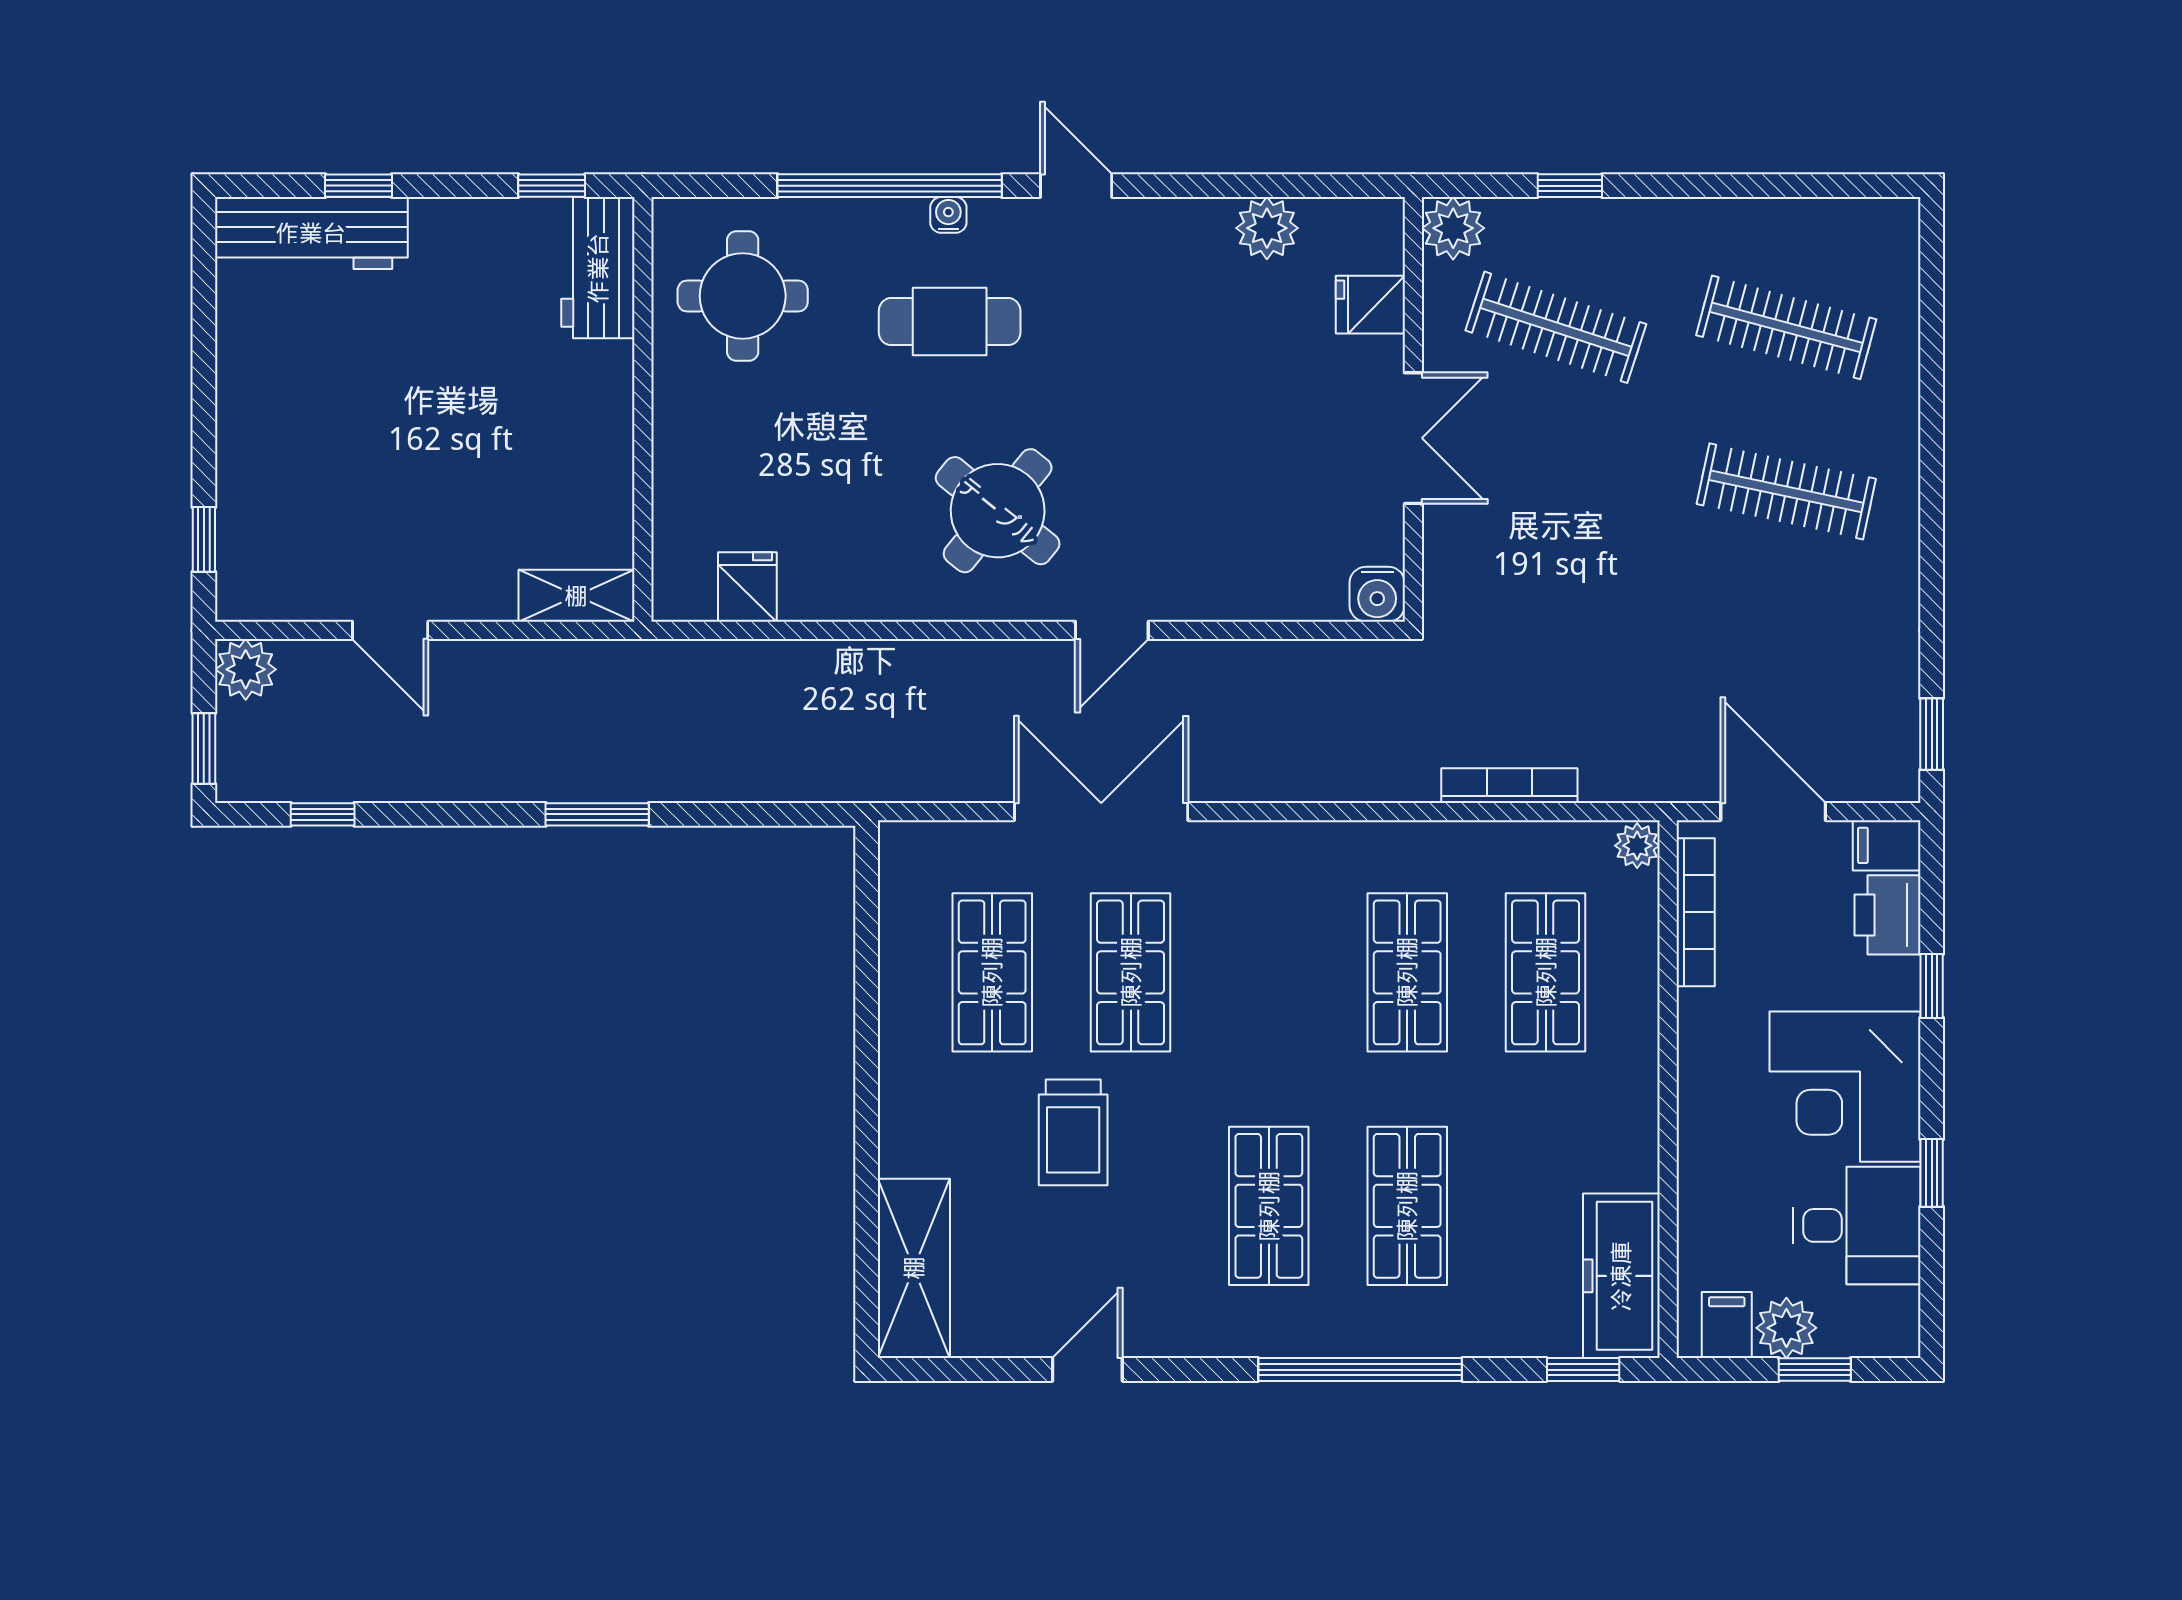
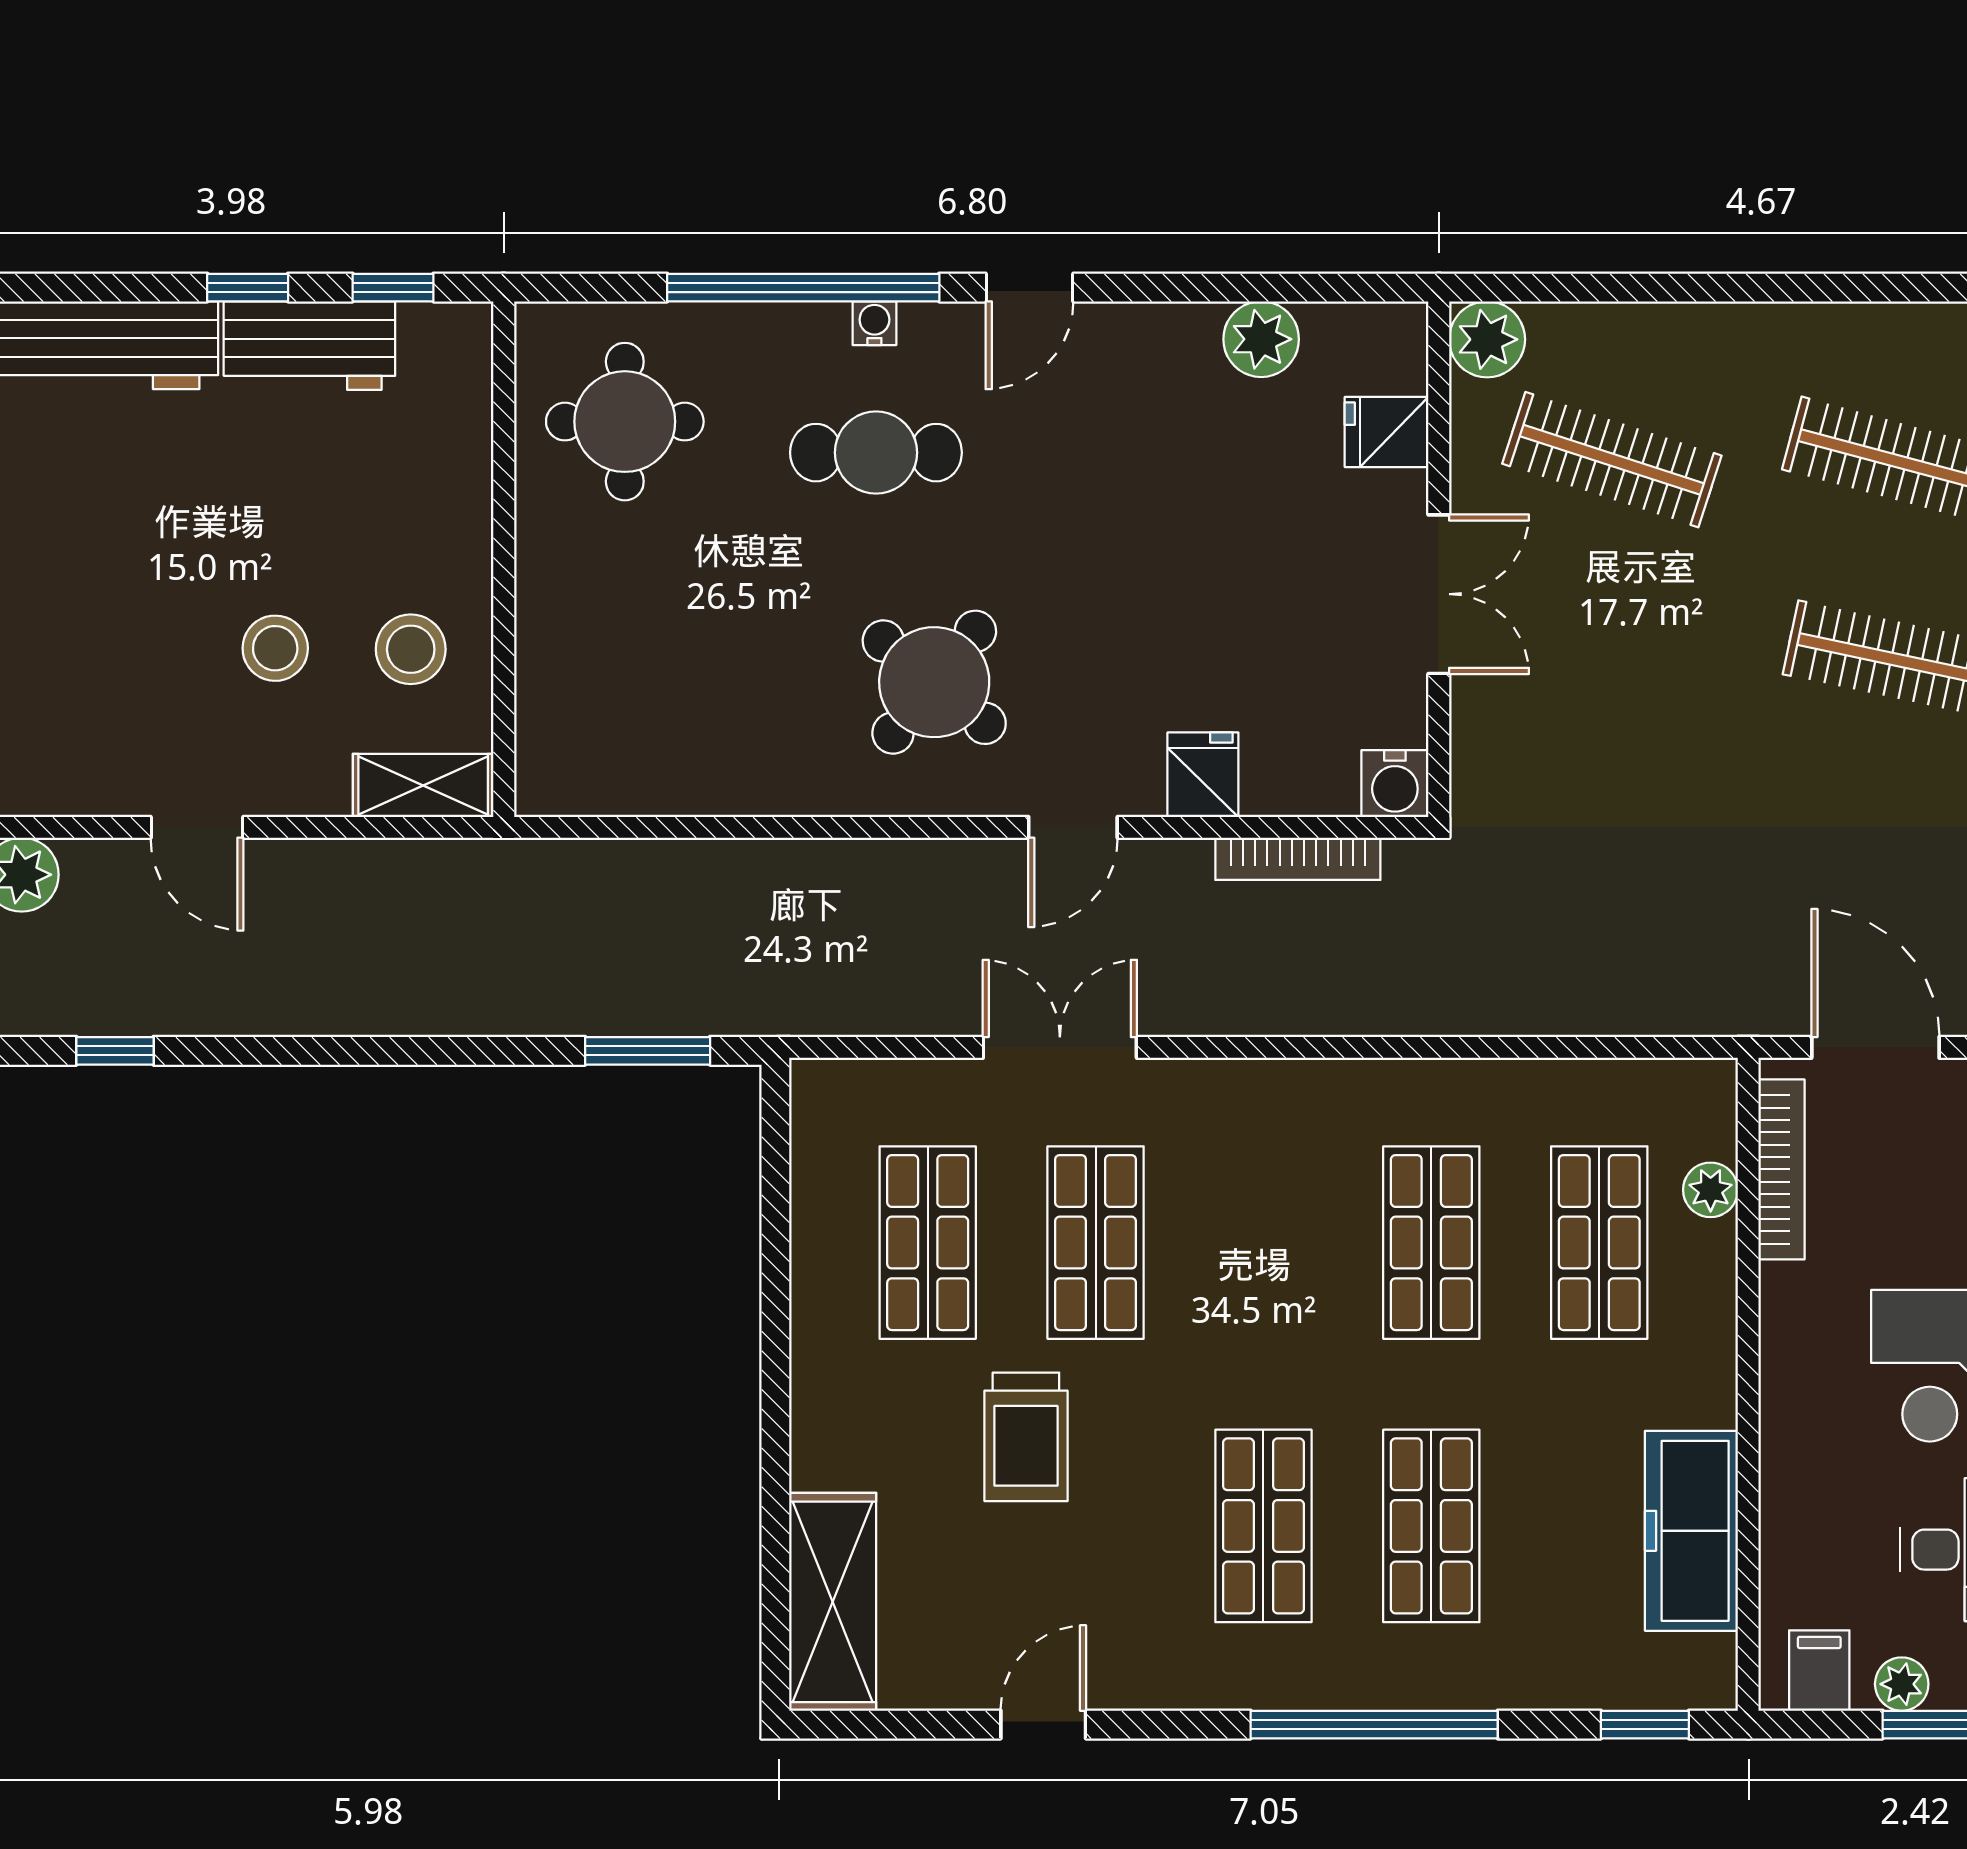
window: (359, 186) -> (248, 288), moved
door: (1076, 186) -> (1030, 288), swing flipped
window: (1570, 186) -> (1629, 288), removed
workbench: (598, 268) -> (309, 346), moved, turned -90
stool: (455, 483) -> (275, 648), added
stool: (566, 484) -> (411, 649), added
fridge: (747, 587) -> (1203, 775), moved
bookcase: (1509, 786) -> (1298, 859), moved, turned 180
double door: (1101, 812) -> (1060, 1047), width x0.73
window: (597, 814) -> (648, 1051), moved
plant: (1637, 846) -> (1711, 1190), moved
freezer: (1621, 1276) -> (1691, 1531), moved
plant: (1786, 1328) -> (1902, 1684), width x0.73, depth x0.73

